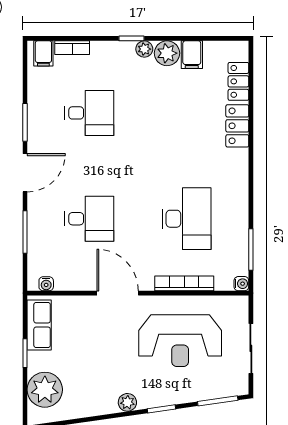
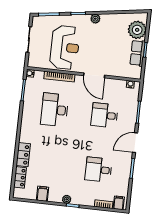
plant: (167, 53) -> (55, 196), removed
row of seats: (39, 325) -> (137, 53), moved
reception desk: (180, 341) -> (65, 47), turned 90

